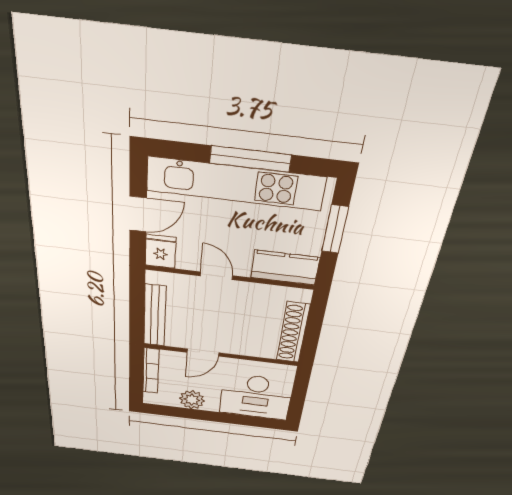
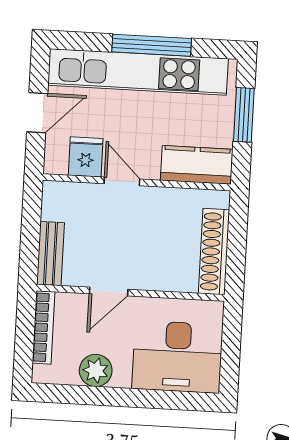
fridge: (161, 251) -> (86, 157), moved
bench: (155, 316) -> (50, 254), width x0.73

